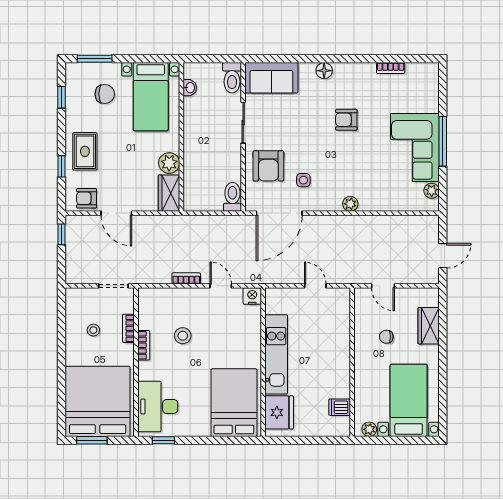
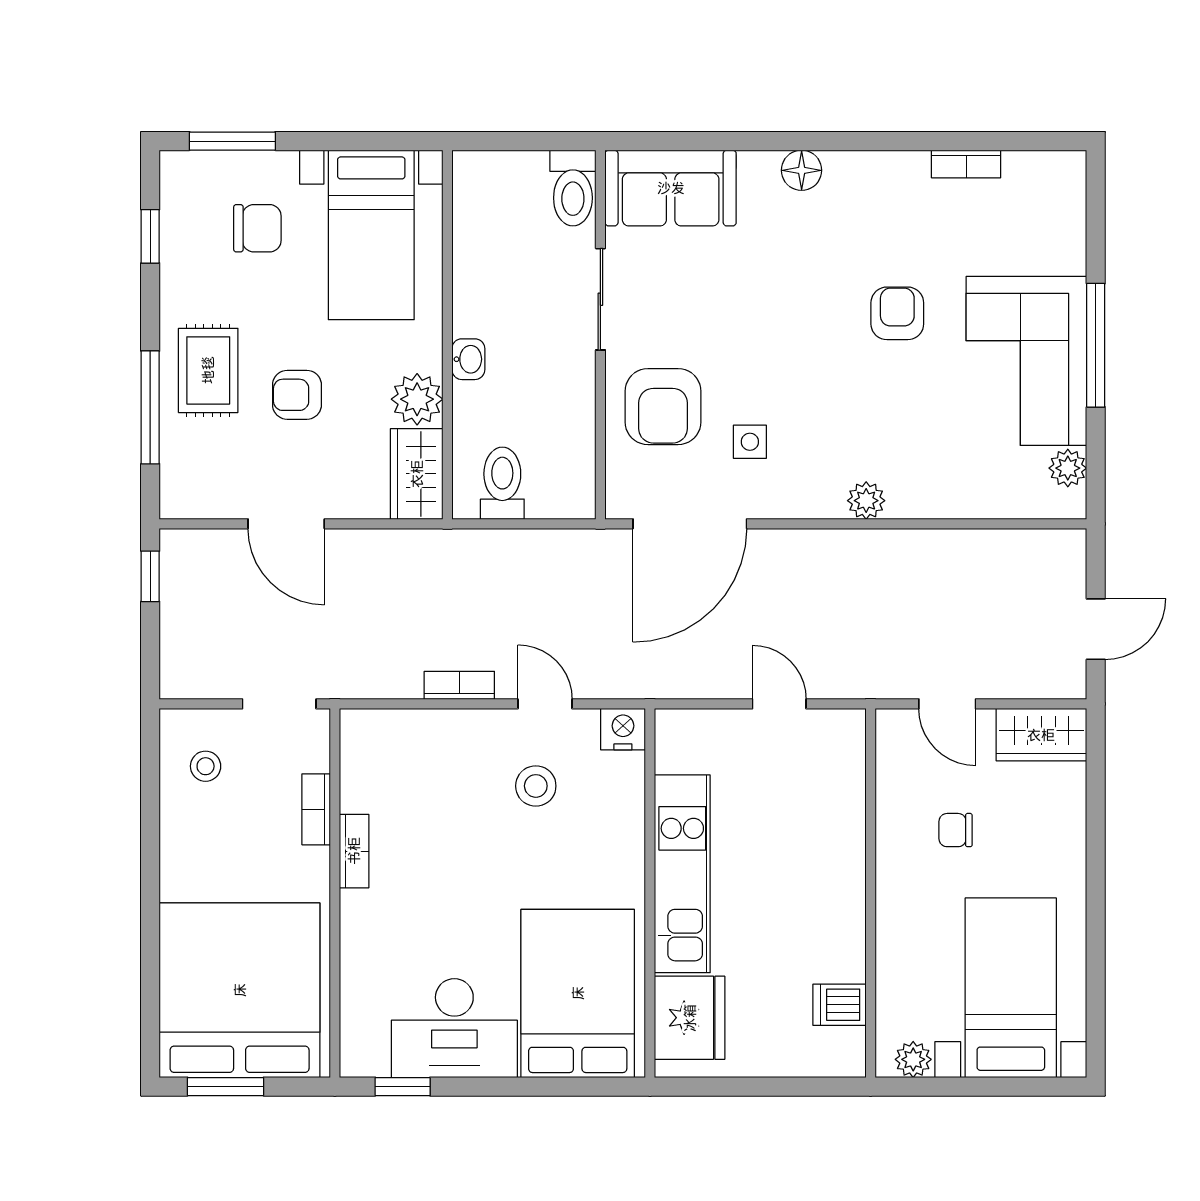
washbasin: (190, 88) -> (468, 359), moved
armchair: (346, 120) -> (897, 313), moved, turned 90
window: (62, 166) -> (150, 407), width x2.17
toilet: (232, 197) -> (502, 483), moved
armchair: (87, 198) -> (297, 395), moved
wardrobe: (429, 326) -> (1041, 735), moved, turned -90
stool: (93, 330) -> (206, 766), moved
stool: (183, 336) -> (536, 786), moved
desk: (158, 407) -> (454, 1028), moved, turned -90

